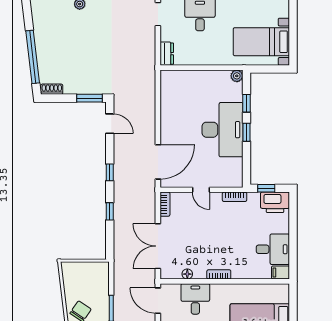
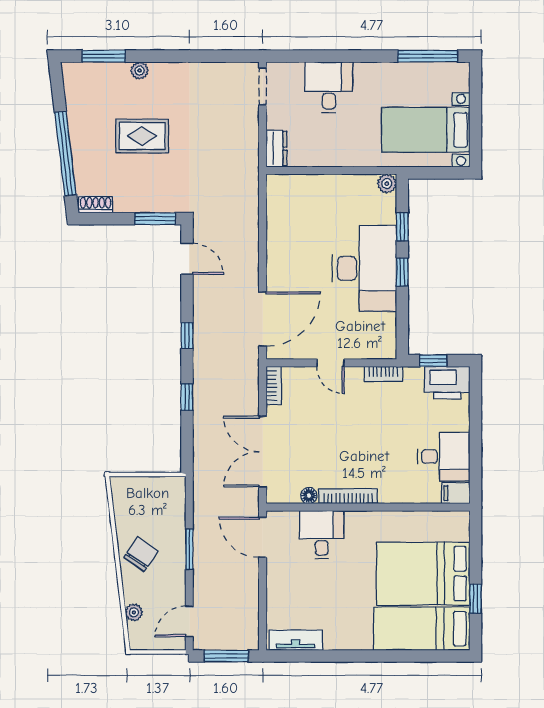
rug: (81, 46) -> (142, 136), added
bookcase: (219, 274) -> (348, 496), width x1.56

